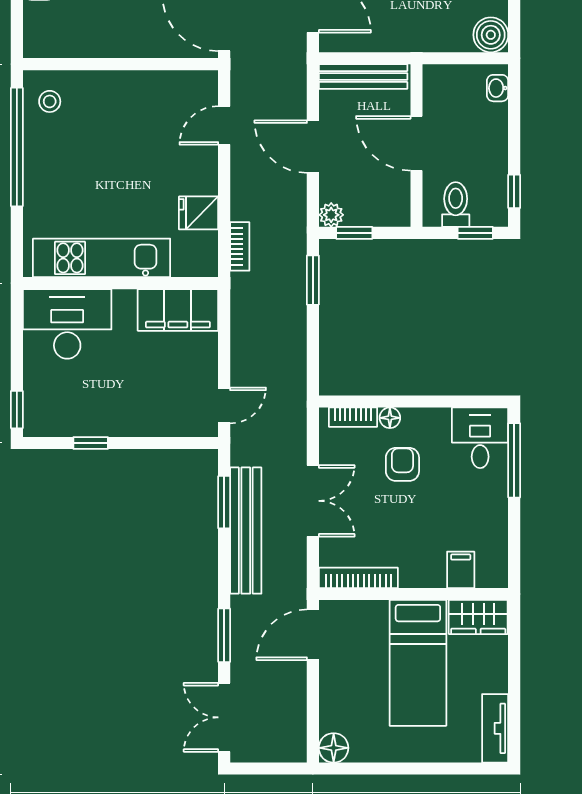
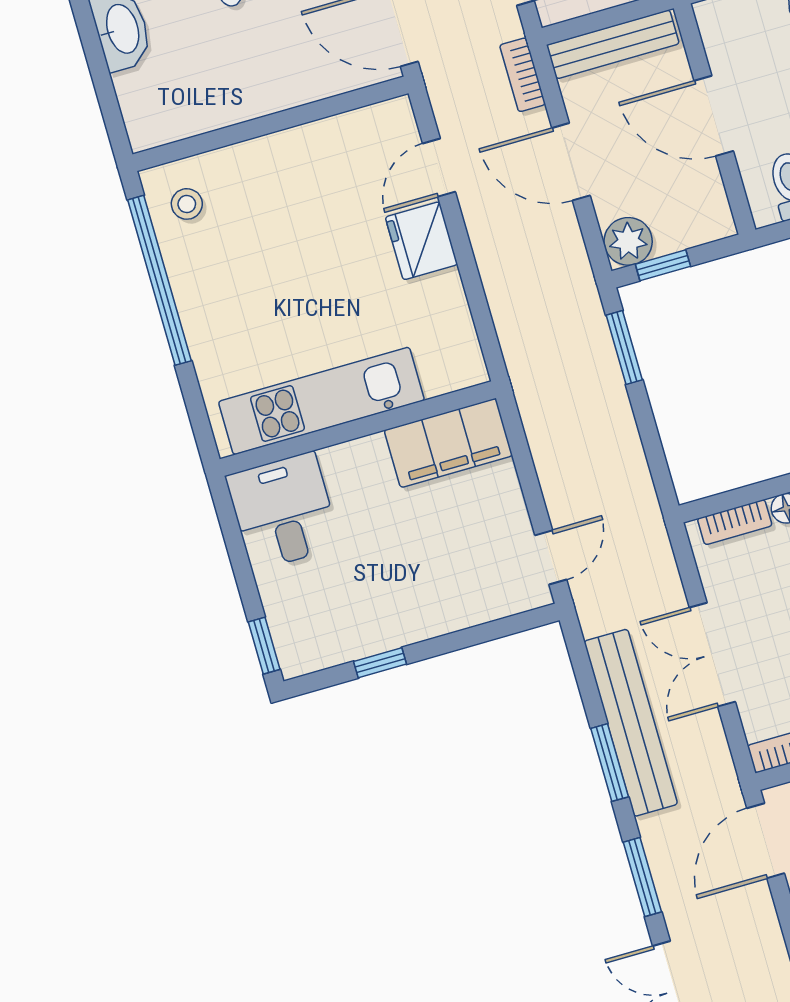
fridge: (199, 213) -> (421, 241), moved, width x1.38
plant: (331, 215) -> (628, 241), width x1.38, depth x1.38
bookcase: (240, 246) -> (523, 75), moved, turned 180
desk: (67, 324) -> (283, 511), width x0.73
double door: (313, 501) -> (712, 655), swing flipped
window: (224, 502) -> (610, 763), moved

